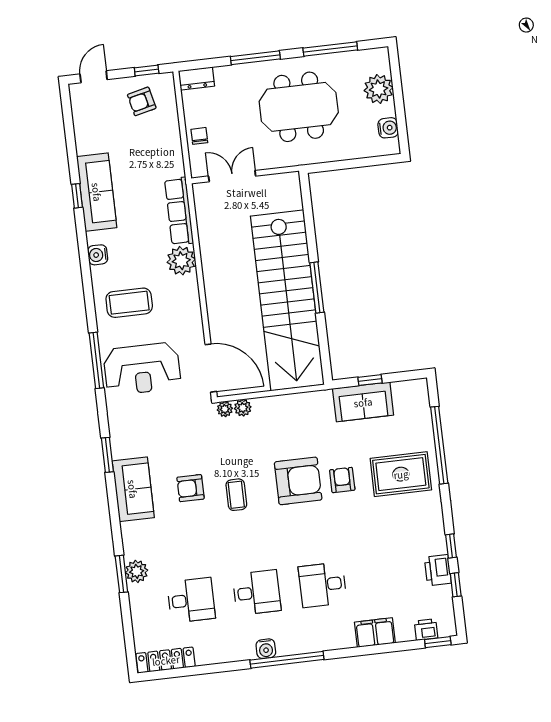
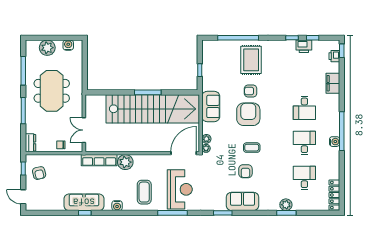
sofa: (363, 402) -> (211, 106), moved

